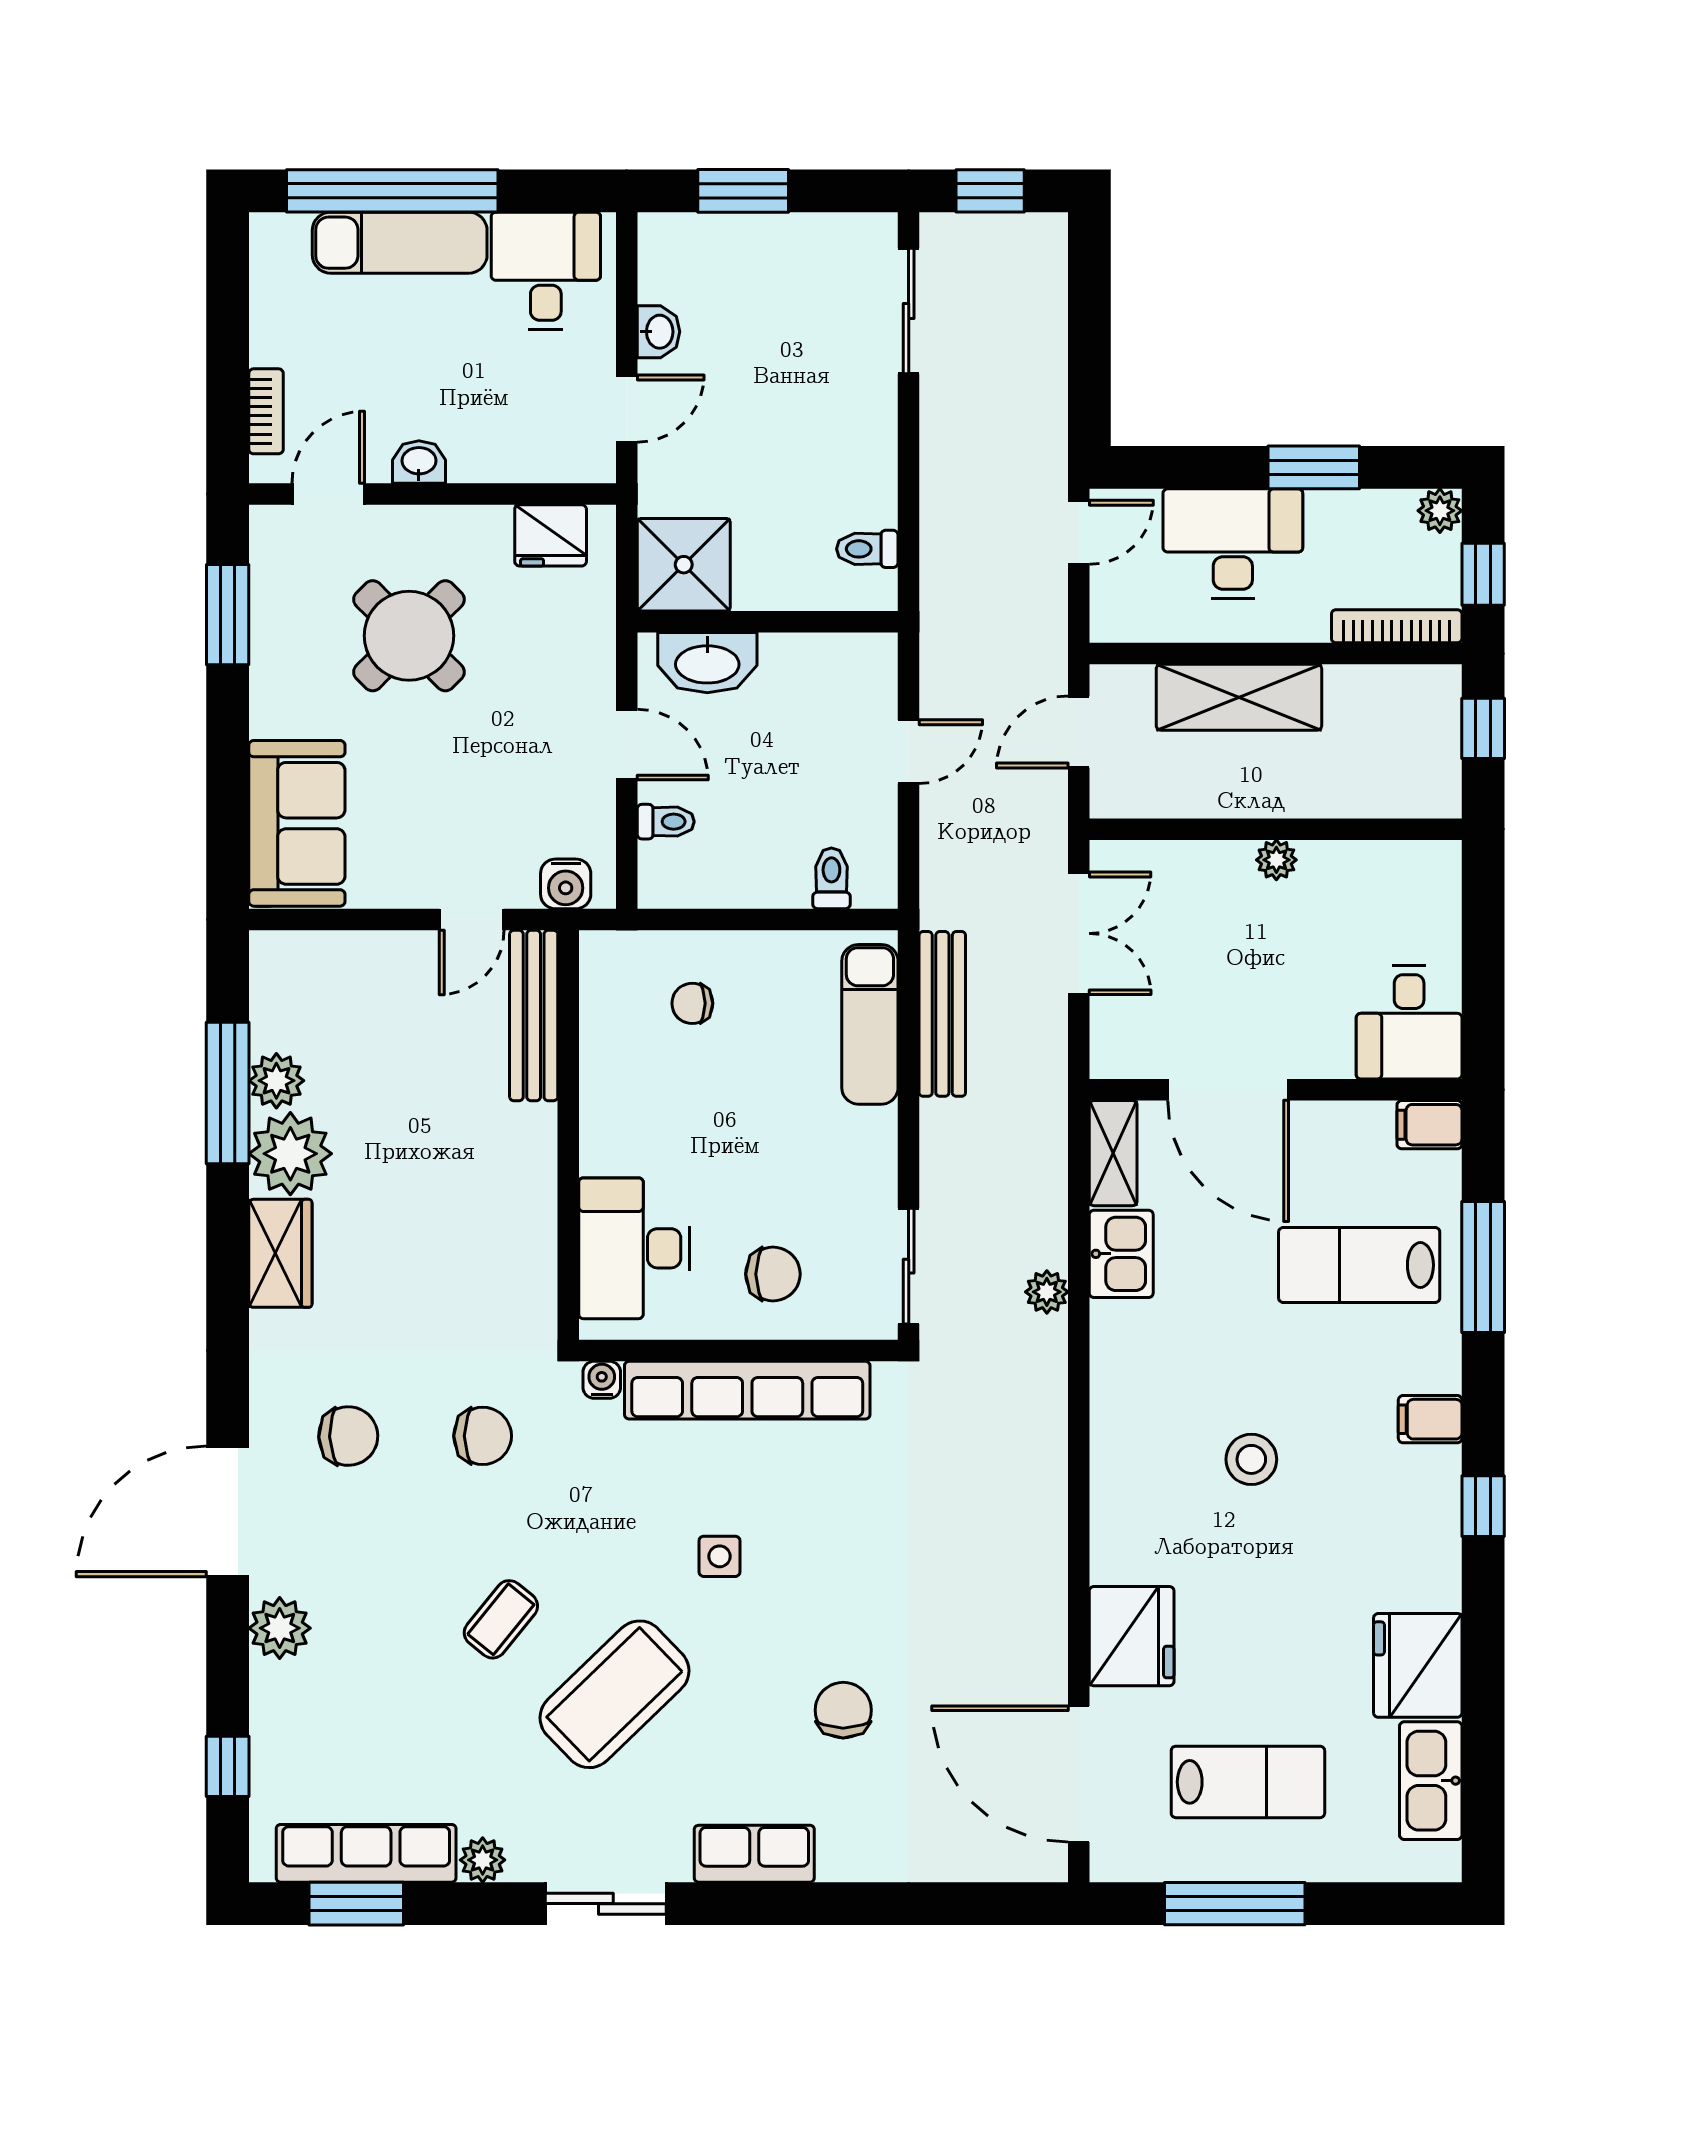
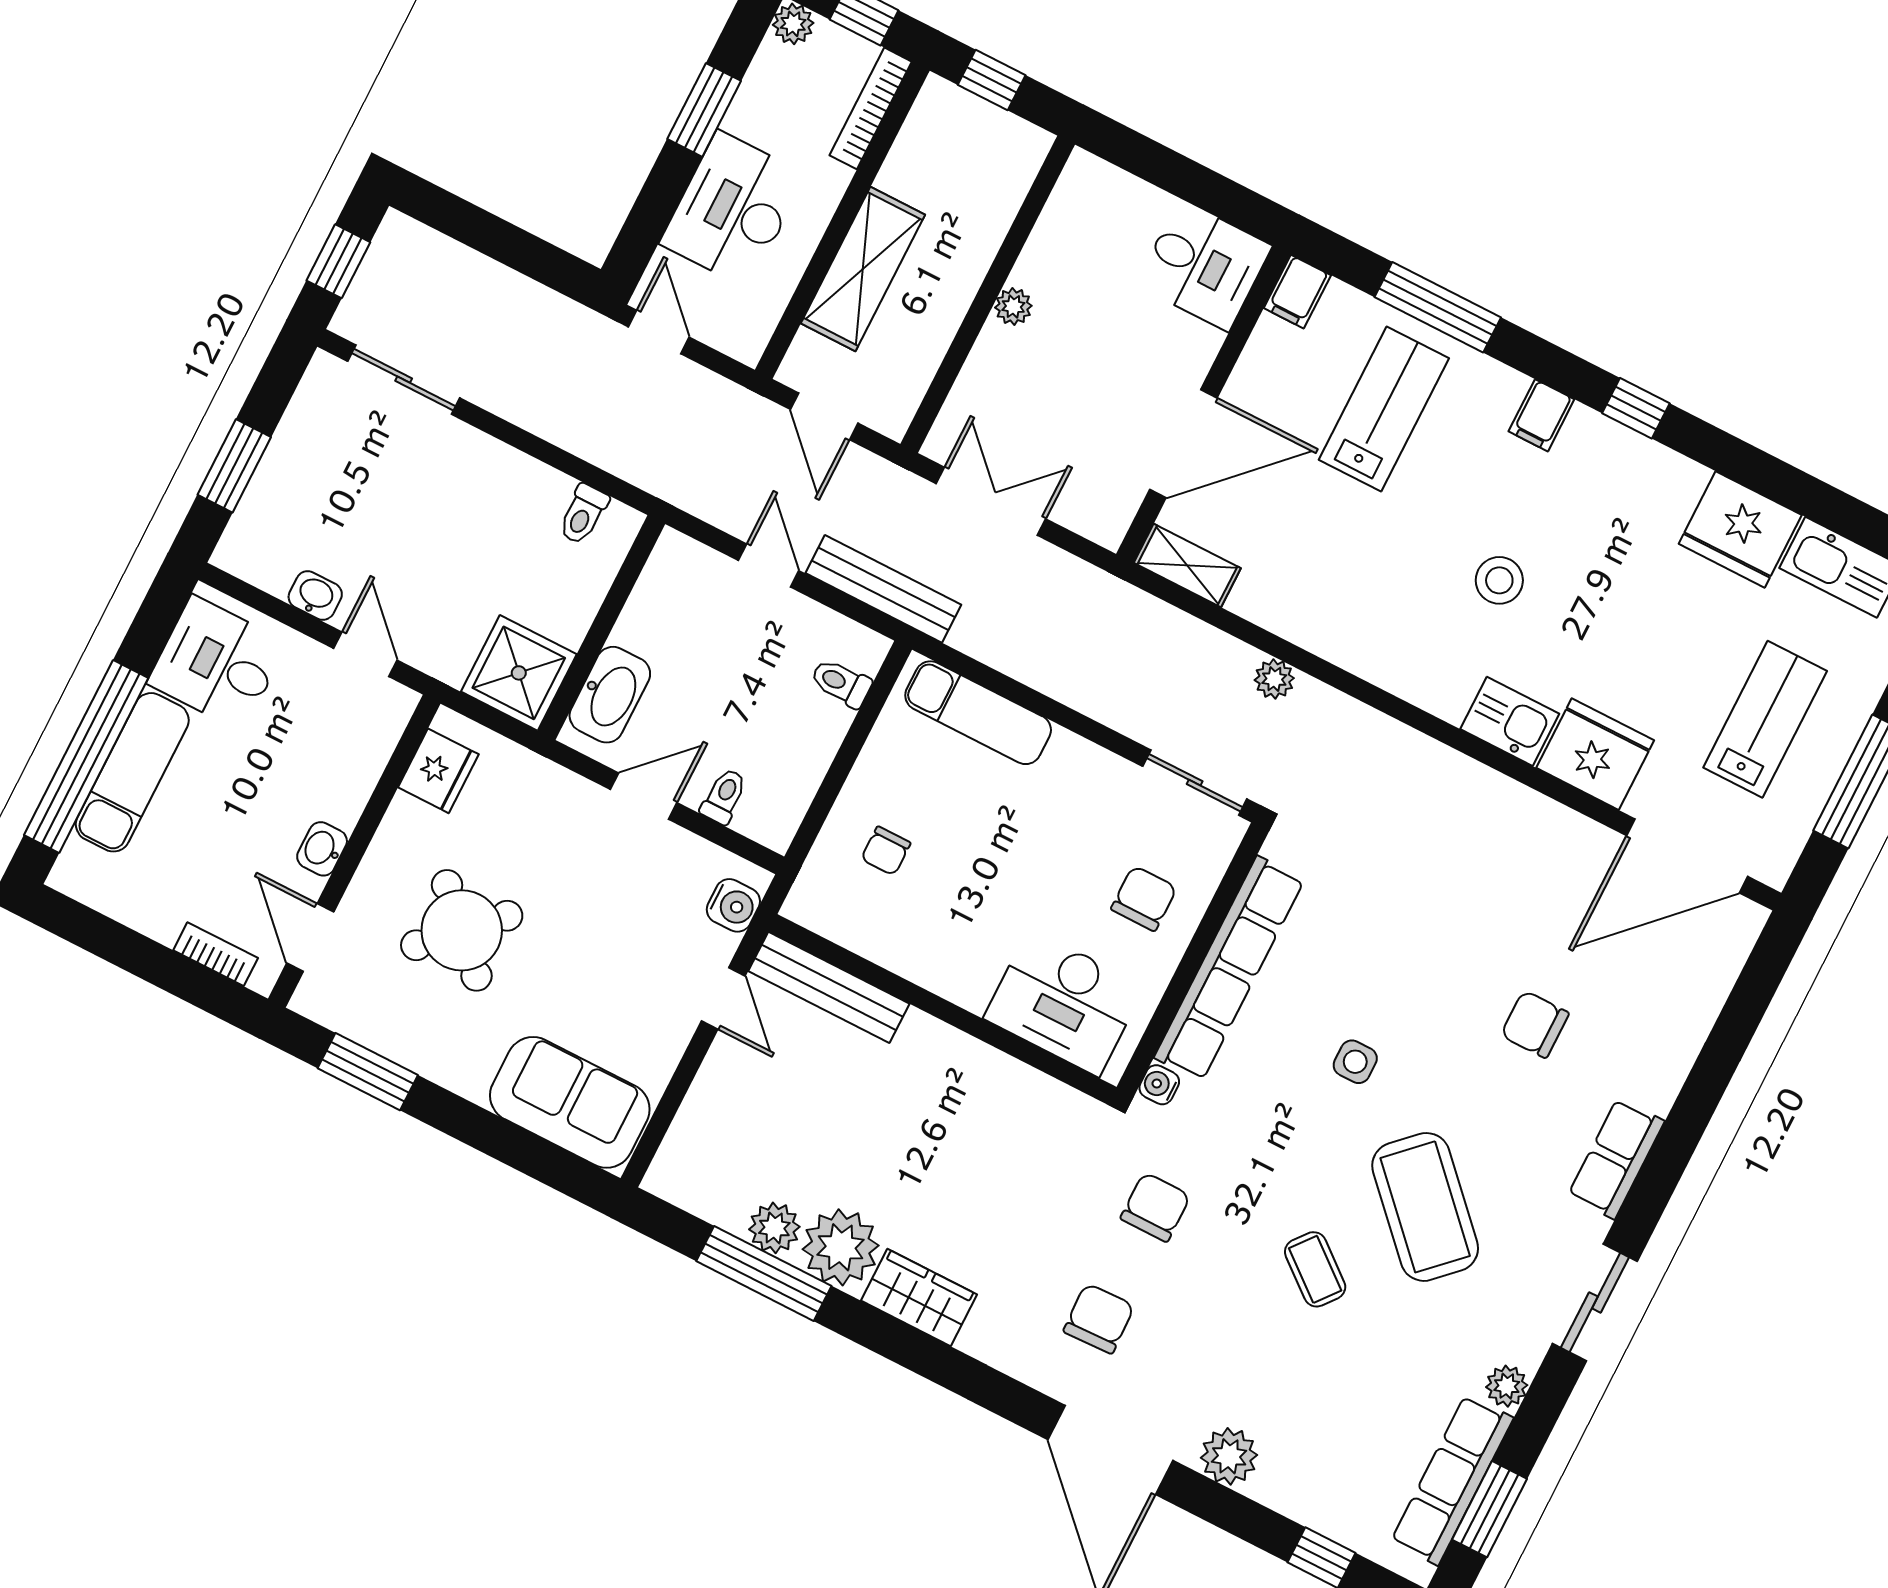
bench: (942, 1014) -> (883, 589), moved
kitchen sink: (1121, 1254) -> (1510, 721), moved
lab bench: (1359, 1265) -> (1384, 409), turned 180

